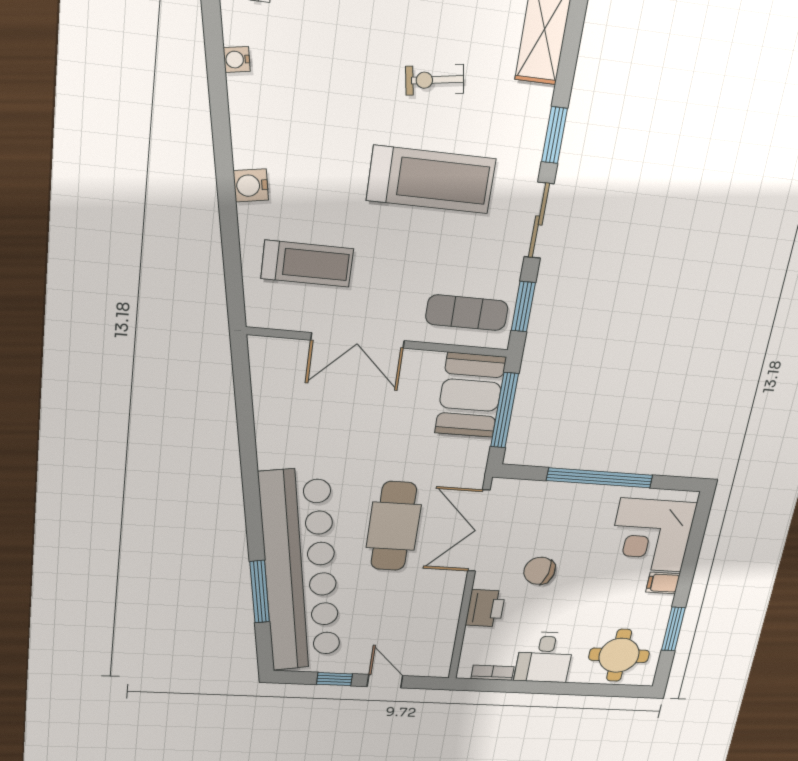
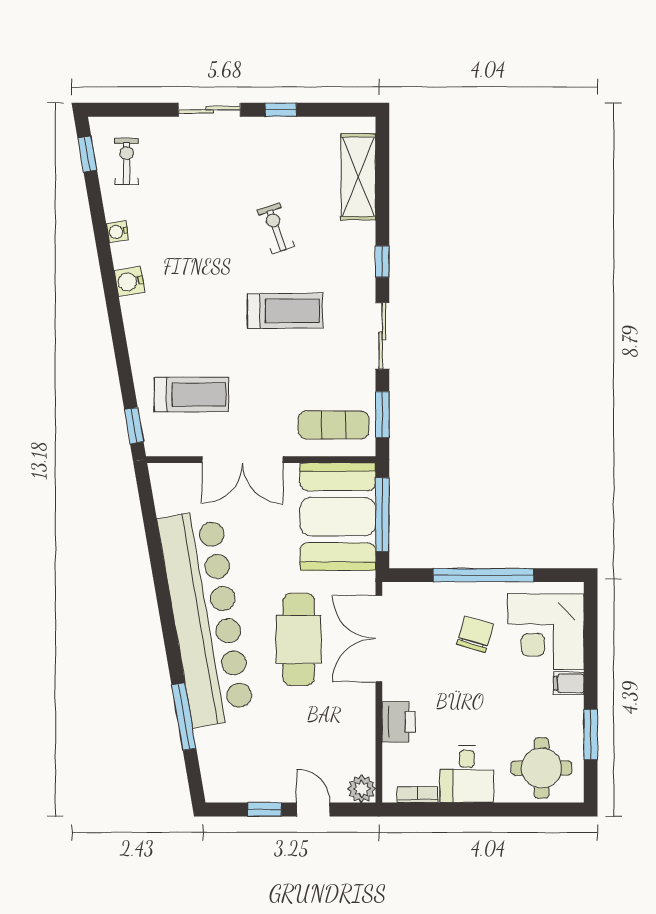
exercise bike: (435, 80) -> (276, 228), turned 80
window: (554, 135) -> (382, 262), width x0.67
treadmill: (431, 180) -> (285, 311), width x0.73, depth x0.73
water cooler: (251, 185) -> (130, 281), moved
window: (235, 292) -> (134, 426), added
booth: (470, 395) -> (338, 517), width x1.36, depth x1.42
bar counter: (300, 571) -> (206, 618), moved
chair: (539, 571) -> (475, 634), moved, turned 93
plant: (437, 665) -> (362, 789), added

